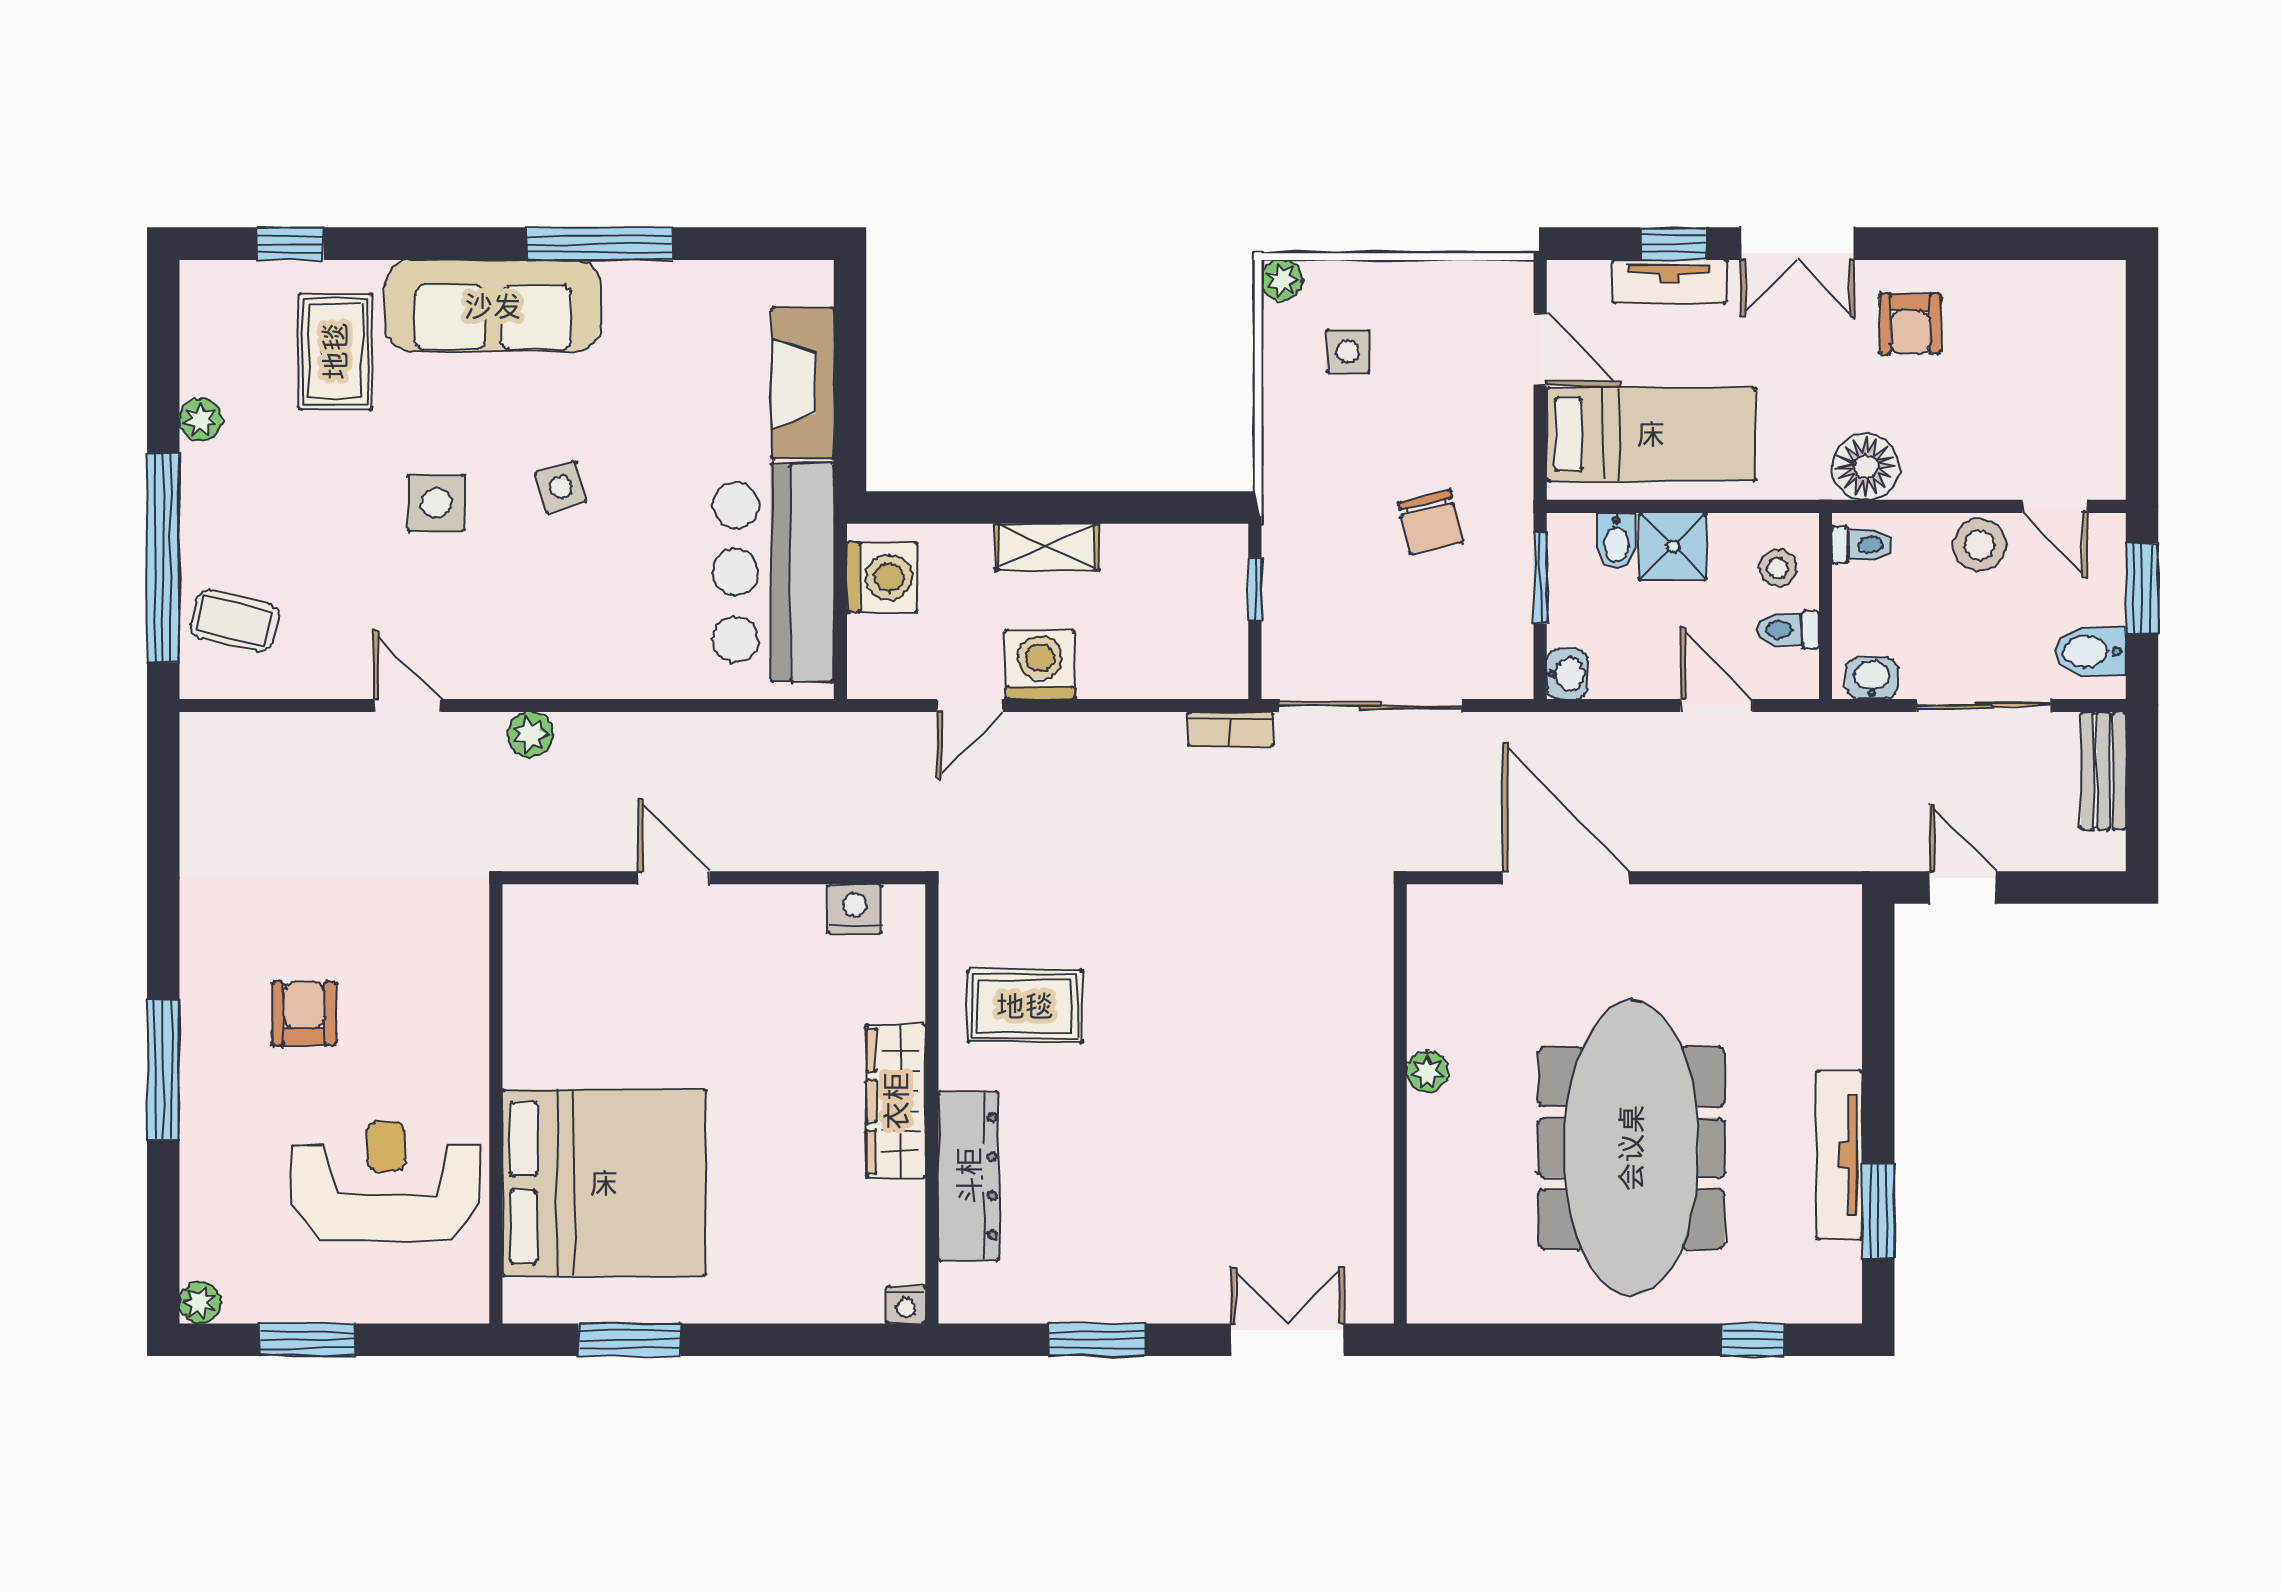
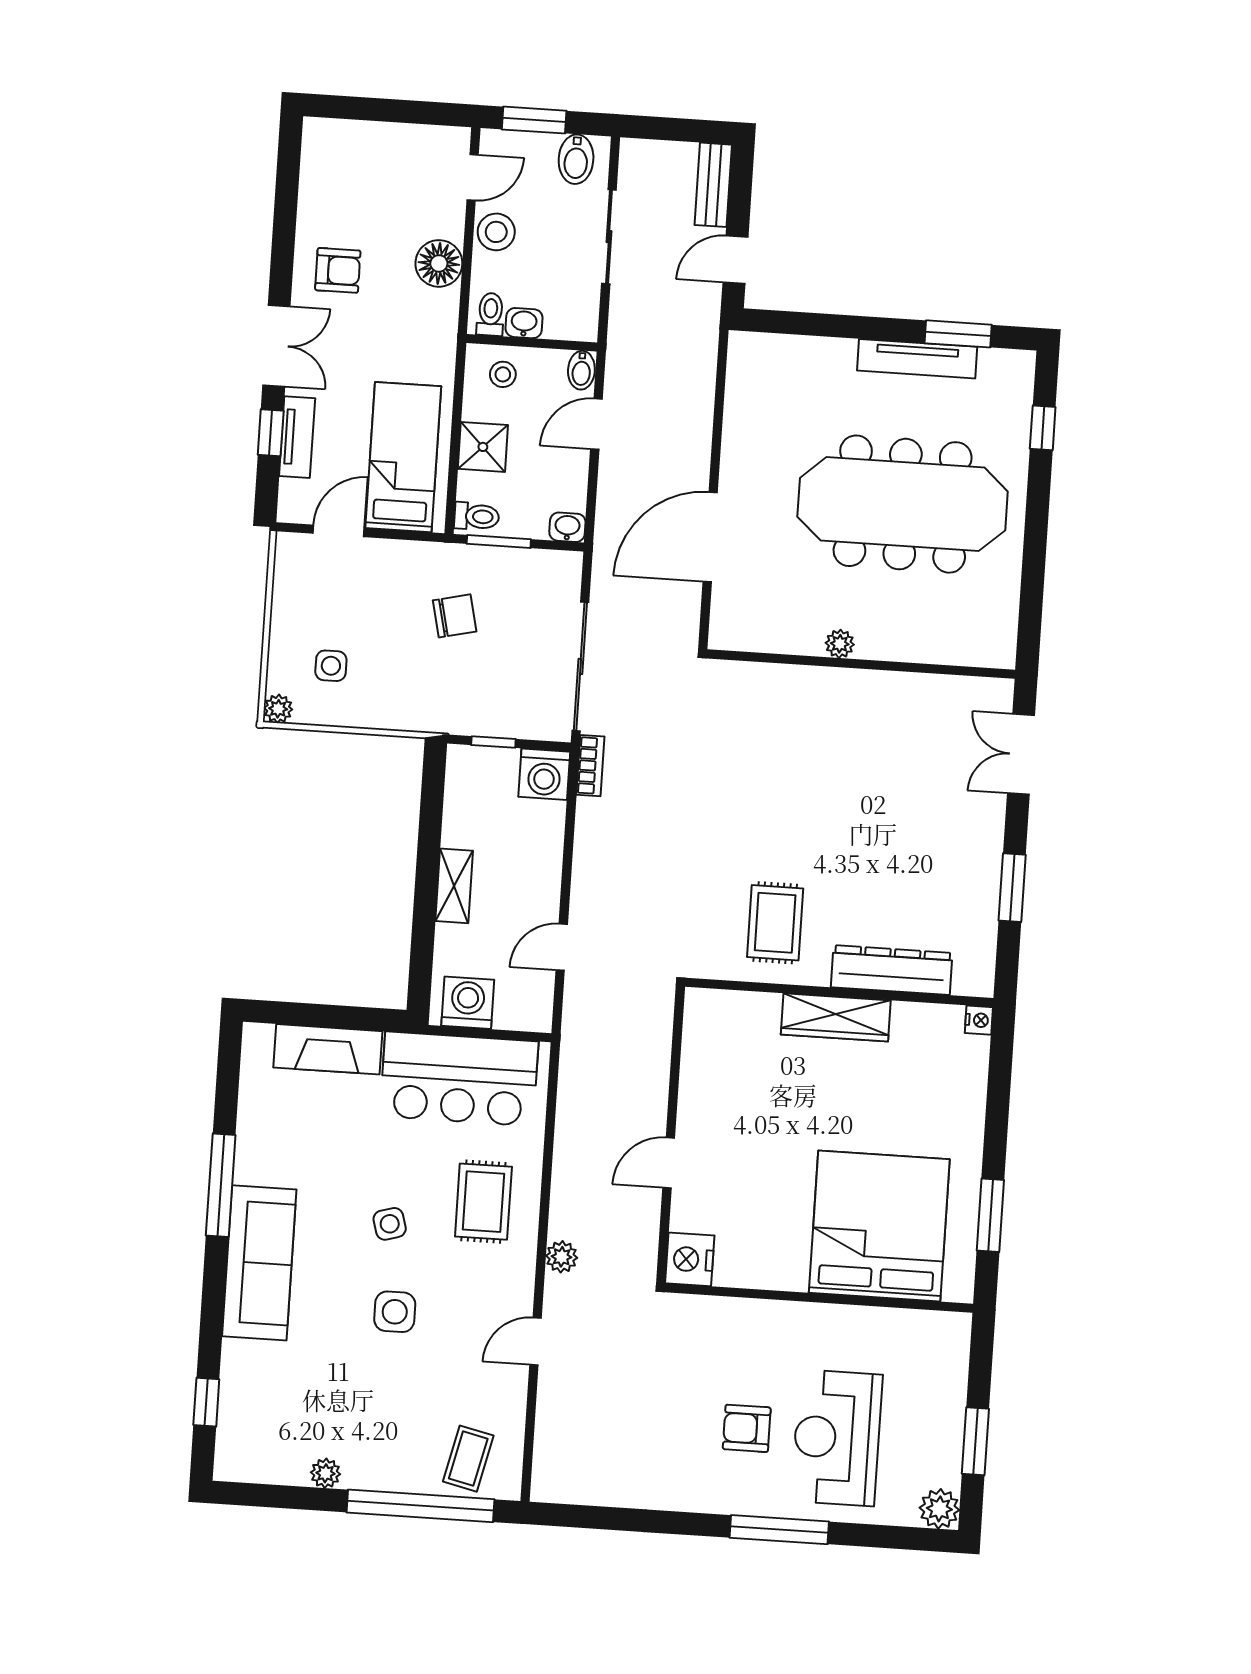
rug: (335, 351) -> (483, 1202), moved, turned 90
floor lamp: (1866, 467) -> (439, 263), moved
bidet: (1616, 541) -> (581, 370), moved, turned 90
toilet: (1788, 630) -> (477, 516), moved, turned -90
washing machine: (1040, 665) -> (544, 774), moved, turned -90
washbasin: (1872, 678) -> (524, 323), moved, turned 90
door: (970, 706) -> (562, 947), swing flipped
bench: (2103, 771) -> (713, 185), moved, turned 90
nightstand: (855, 909) -> (690, 1259), moved, width x1.36, depth x1.33
reception desk: (386, 1181) -> (837, 1438), moved
plant: (200, 1303) -> (939, 1509), width x1.38, depth x1.38

